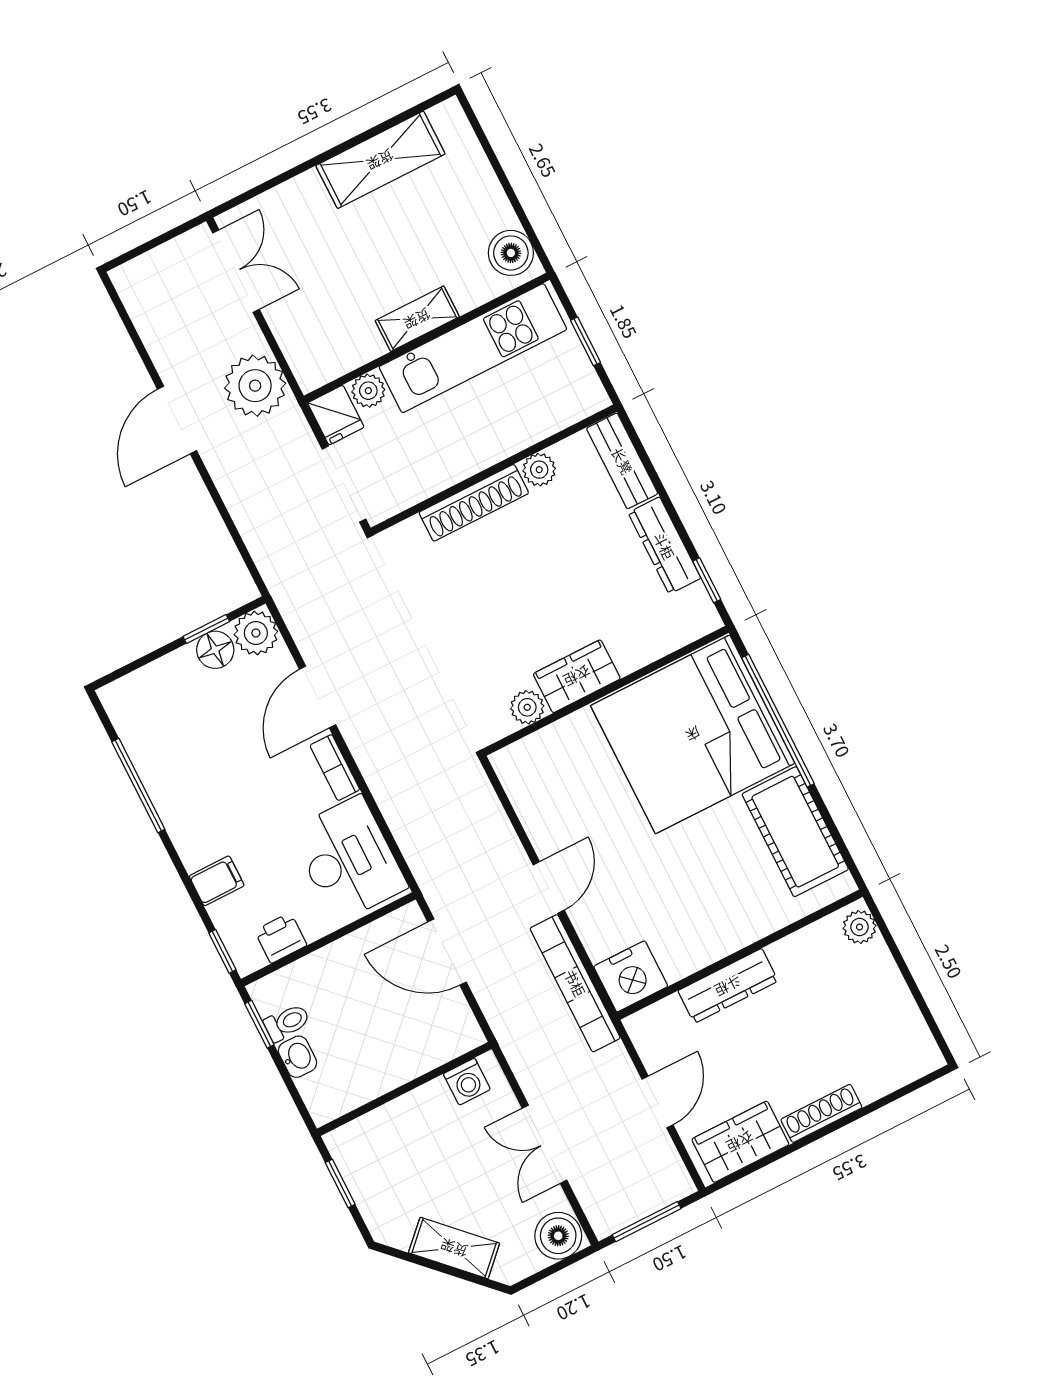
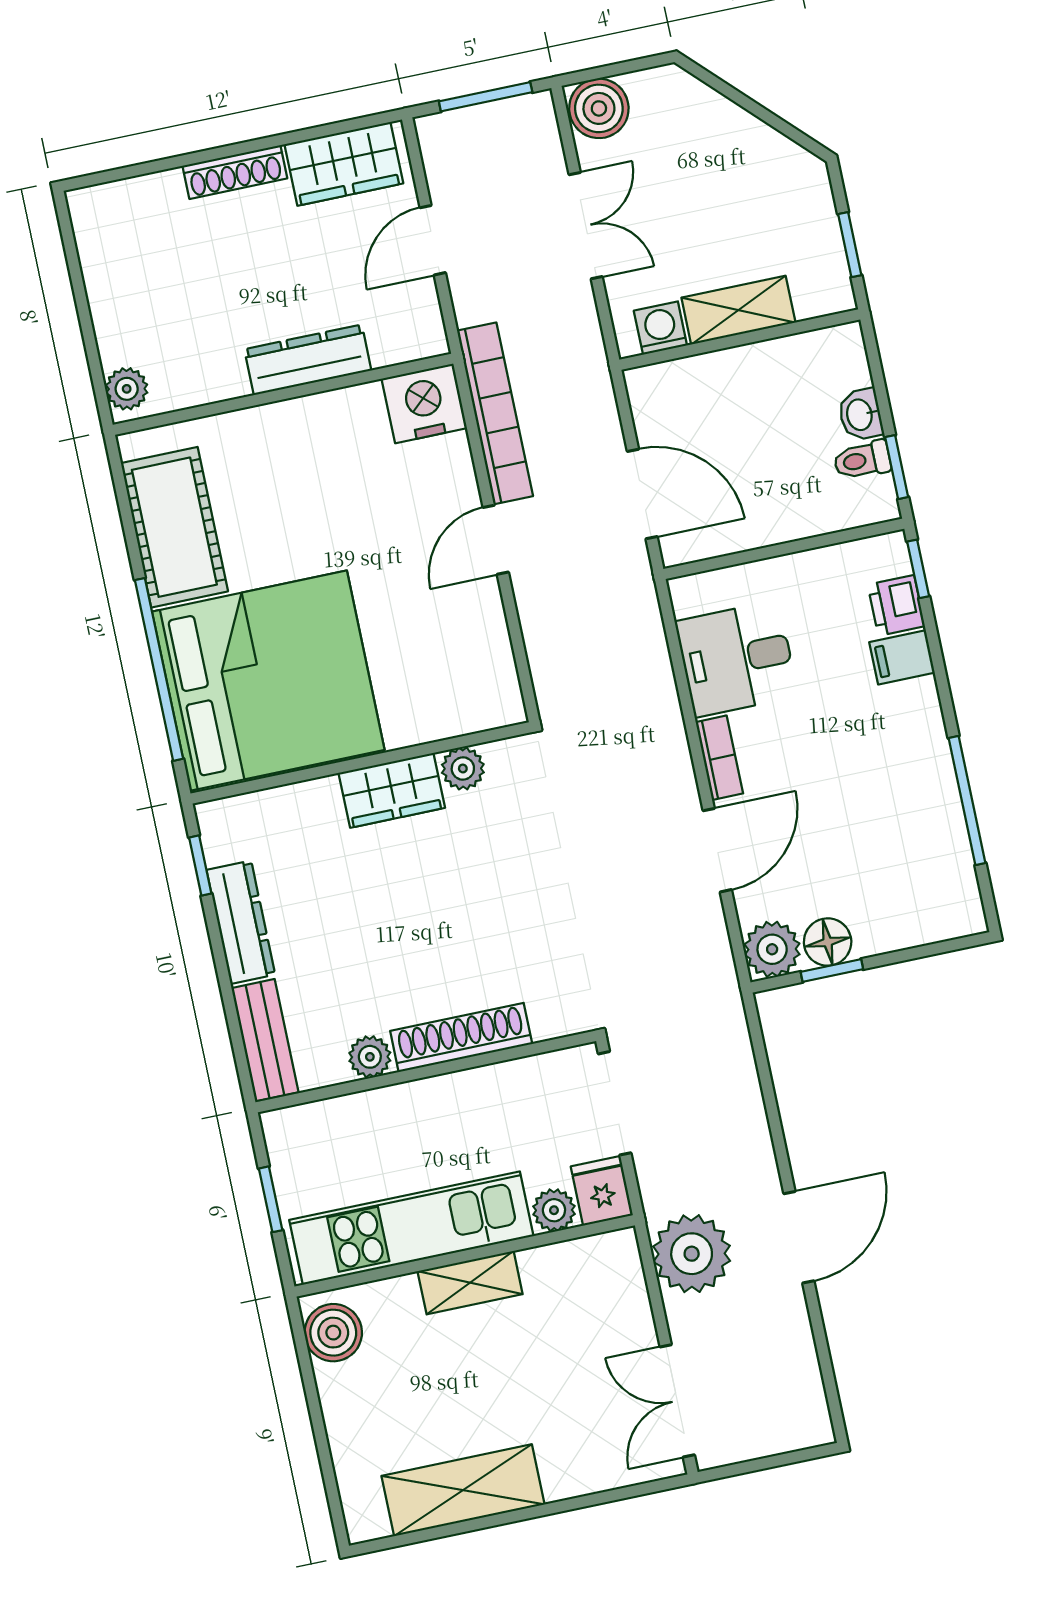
desk: (348, 859) -> (737, 659), width x0.73
printer: (281, 938) -> (896, 605), moved, turned 90
shelving: (454, 1248) -> (738, 310), moved, turned -45

